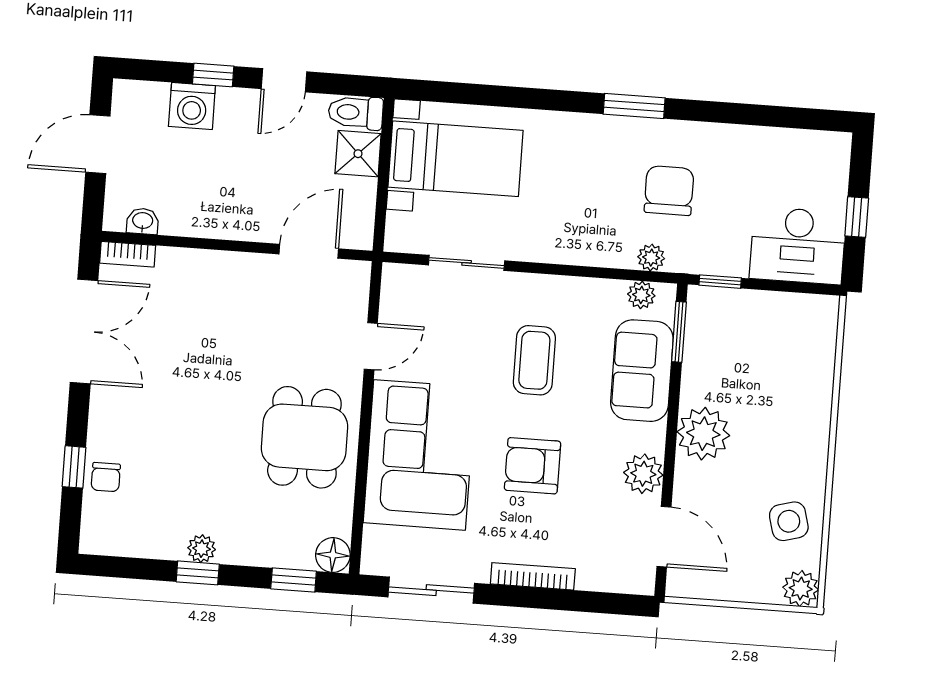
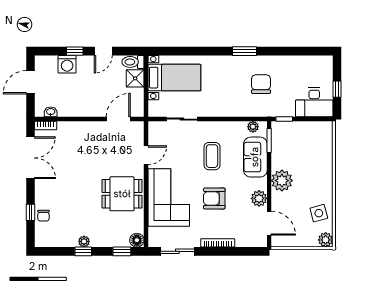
plant: (651, 258) -> (256, 111), removed
dining table: (304, 437) -> (122, 194), turned 90

